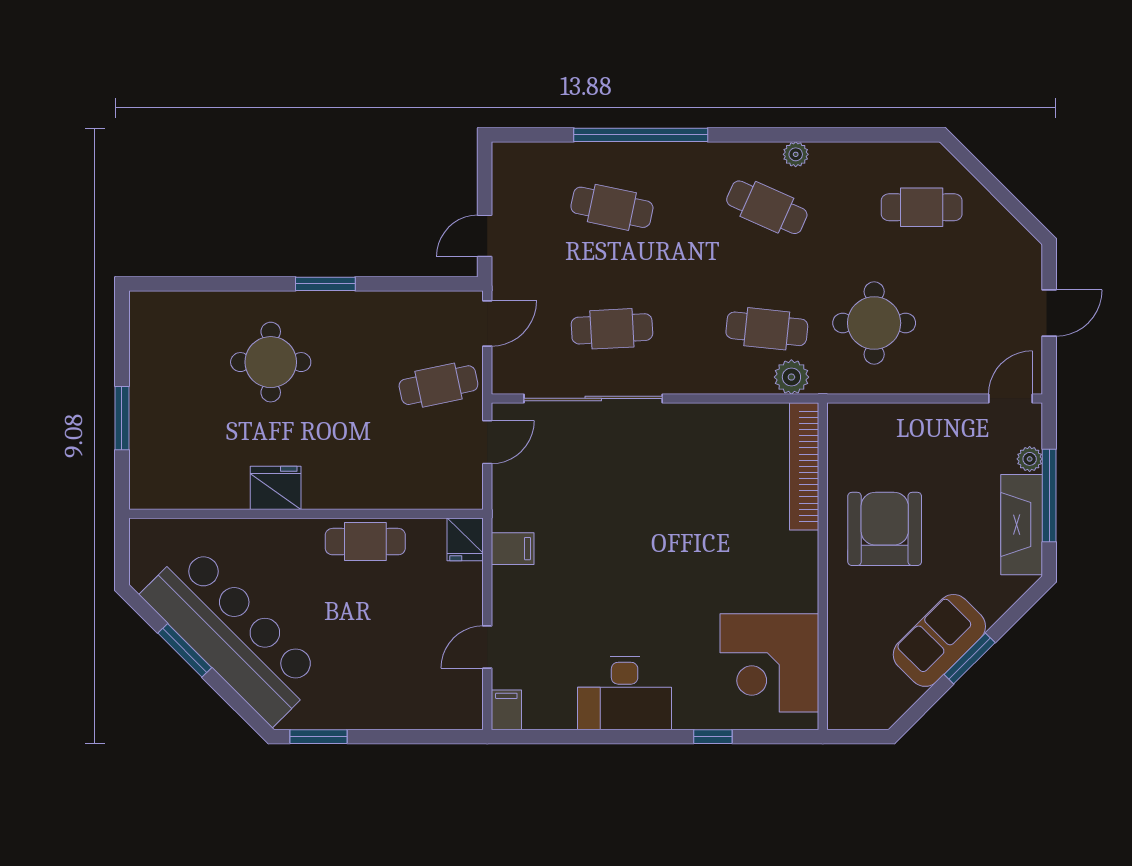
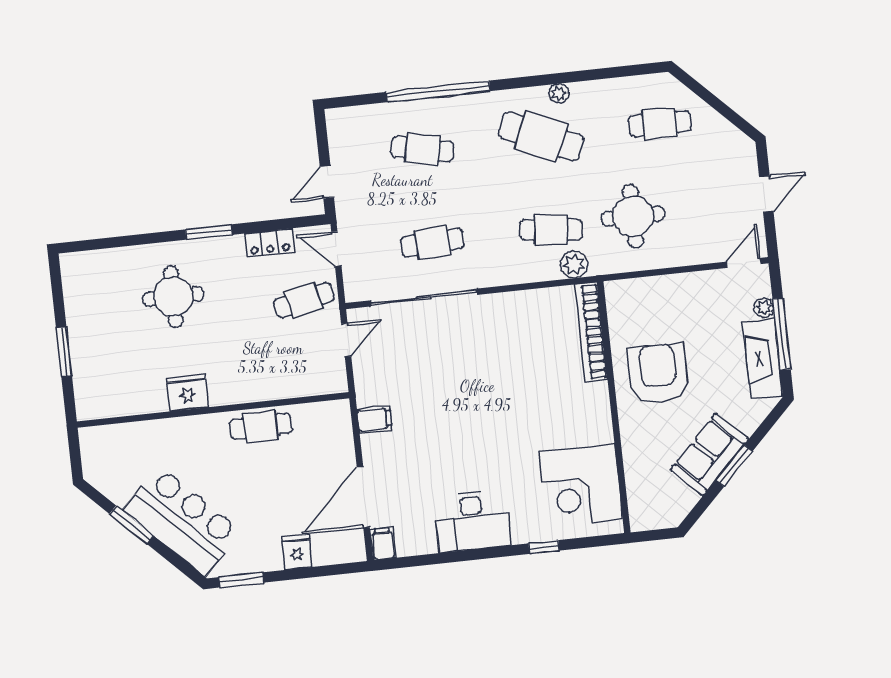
cafe table: (767, 207) -> (541, 136), width x1.37, depth x1.35
locker: (402, 306) -> (270, 243), added
door: (487, 324) -> (336, 249), swing flipped
fridge: (465, 539) -> (297, 552), moved, turned 180
bar counter: (233, 634) -> (182, 521), width x0.73
door: (487, 647) -> (363, 497), width x1.88

